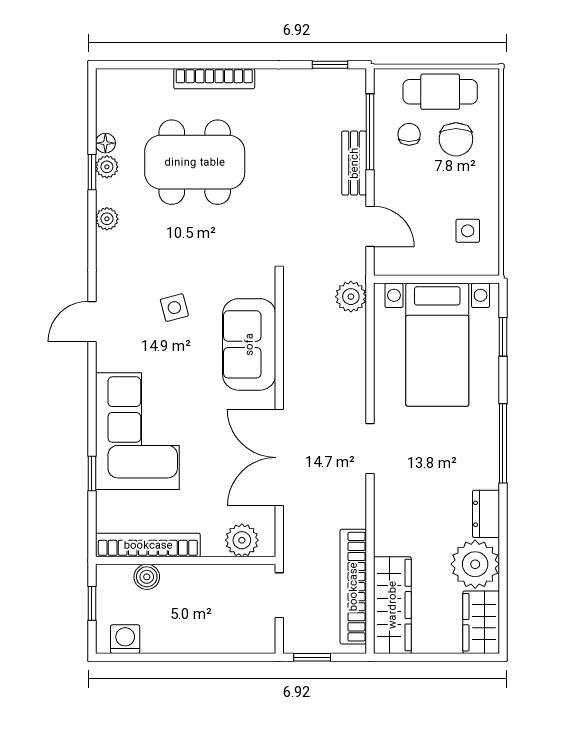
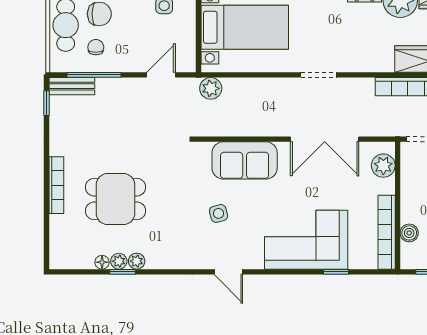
chair: (409, 134) -> (96, 47), turned 90
dining table: (195, 162) -> (115, 199), width x0.73
bench: (354, 163) -> (72, 86), moved
plant: (107, 219) -> (137, 261), moved

